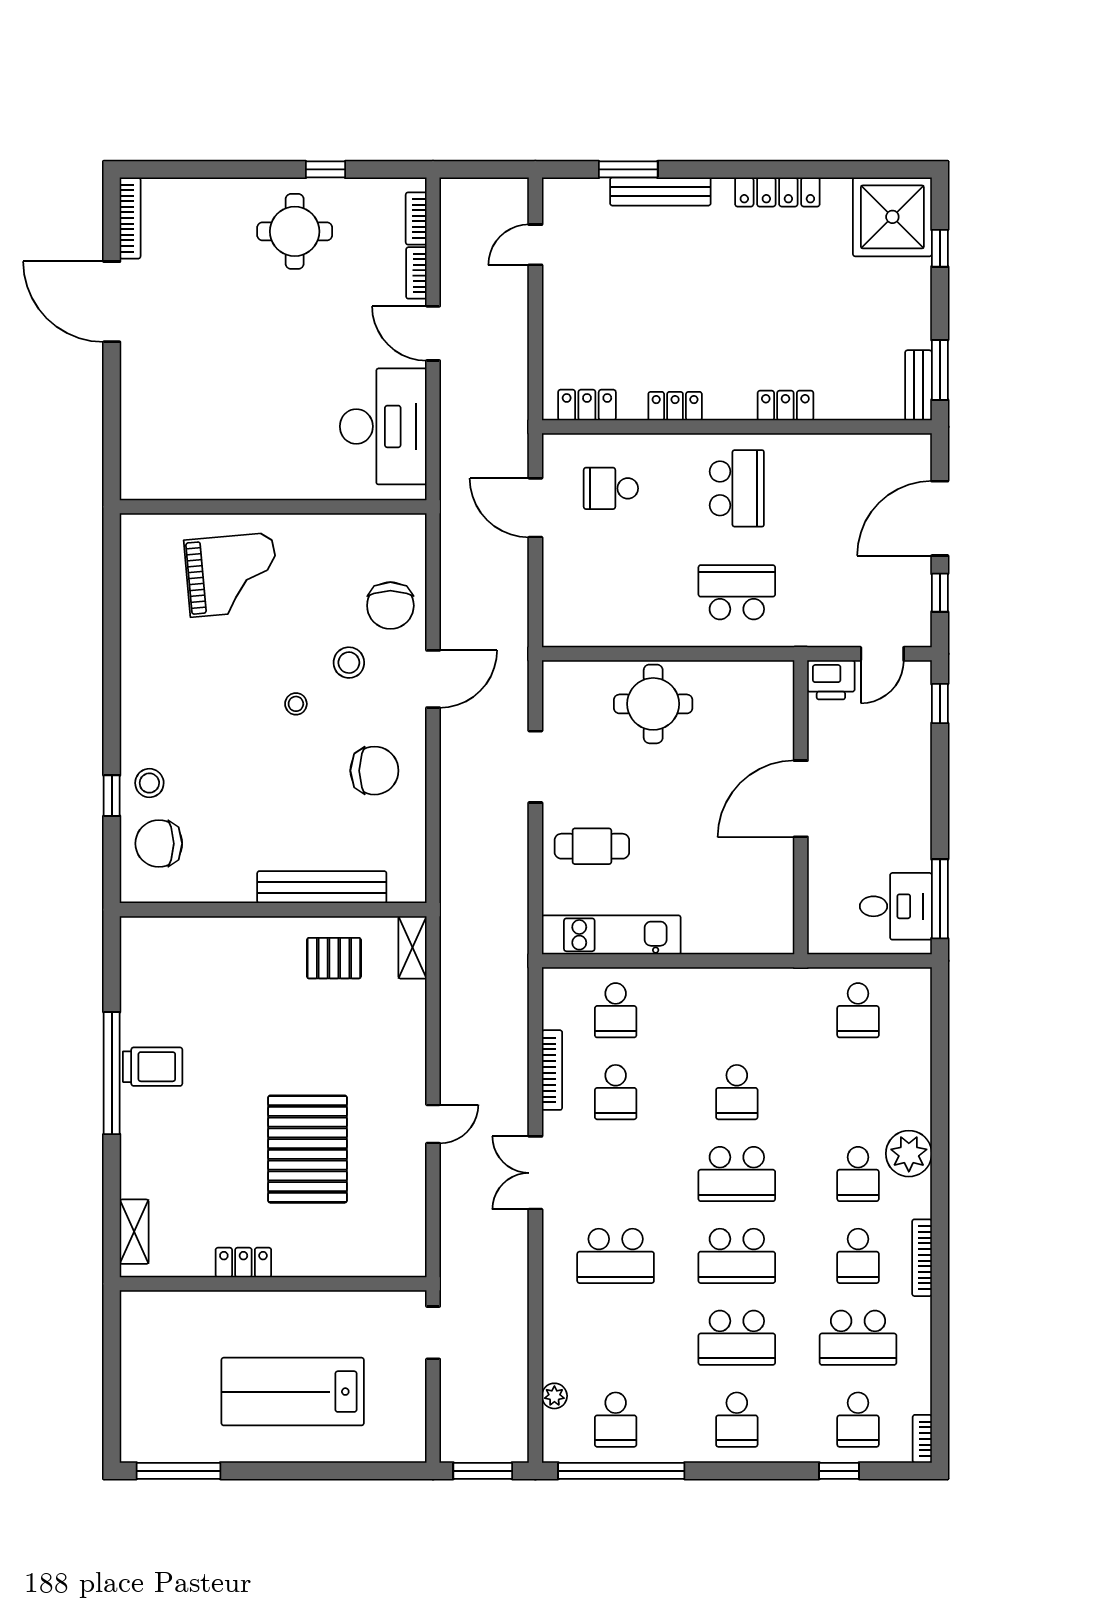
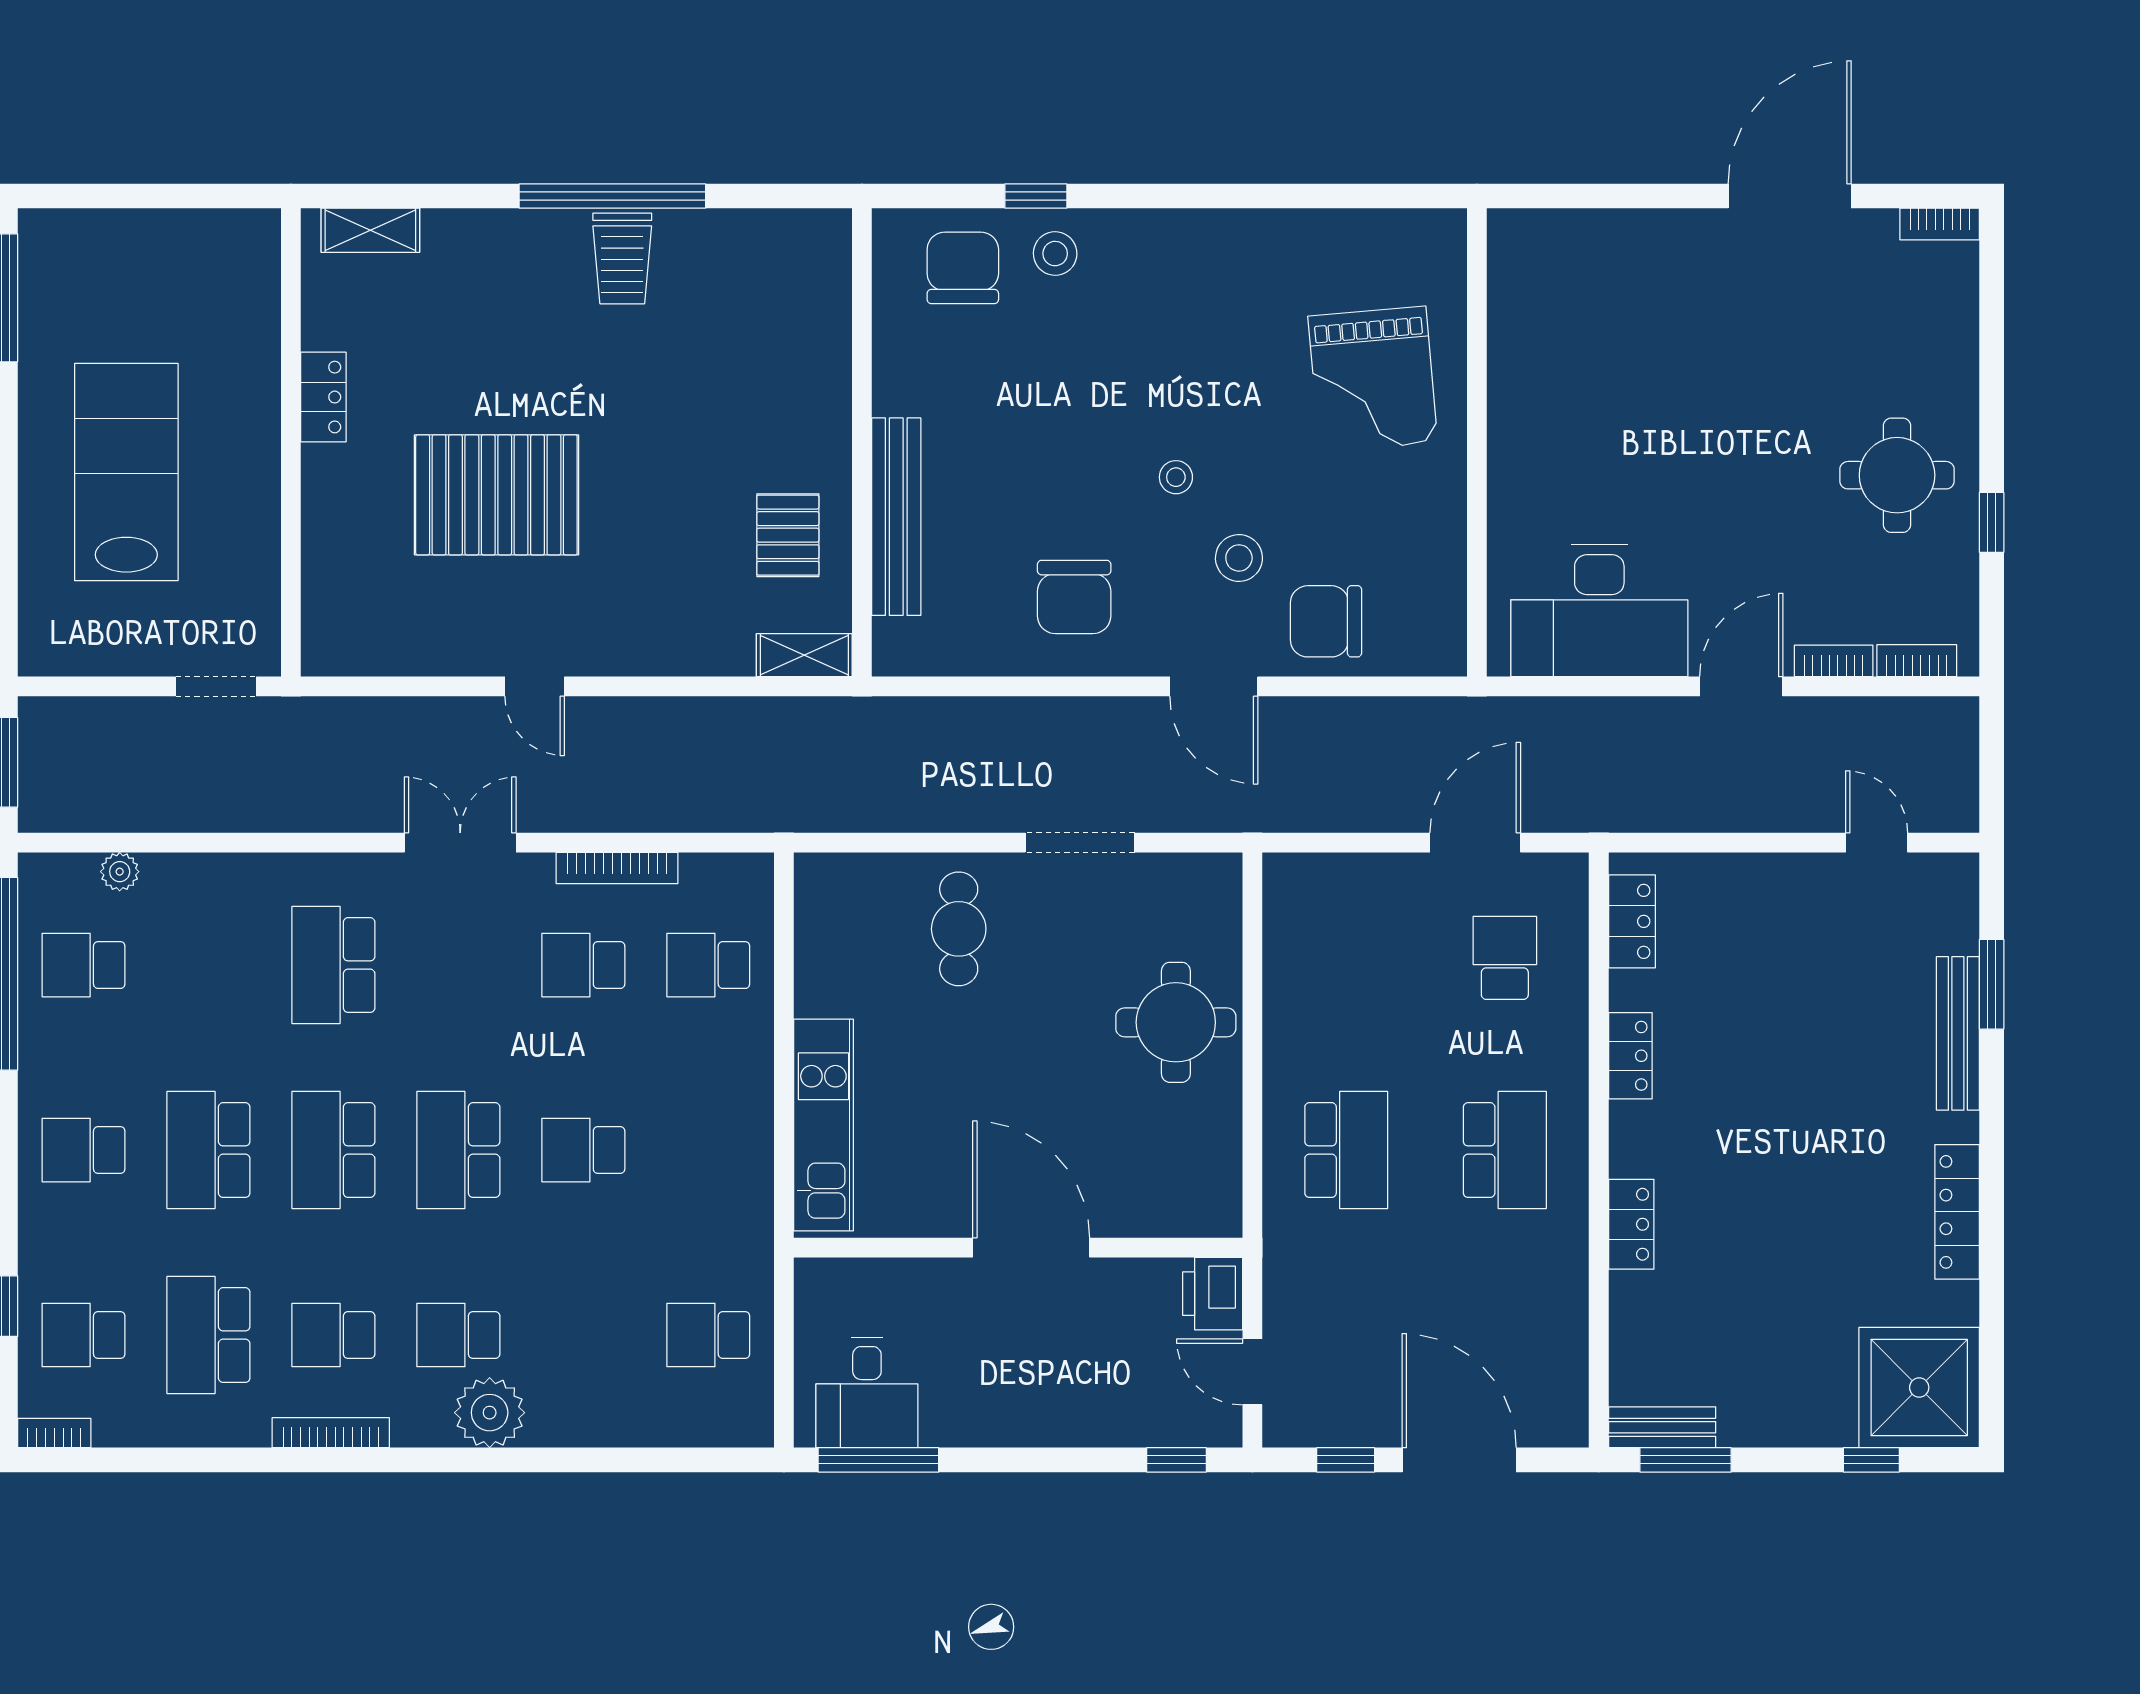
bookcase: (130, 218) -> (1940, 224), width x0.64
school desk: (737, 488) -> (1505, 1150), turned -90
kitchen unit: (611, 935) -> (823, 1125), moved

